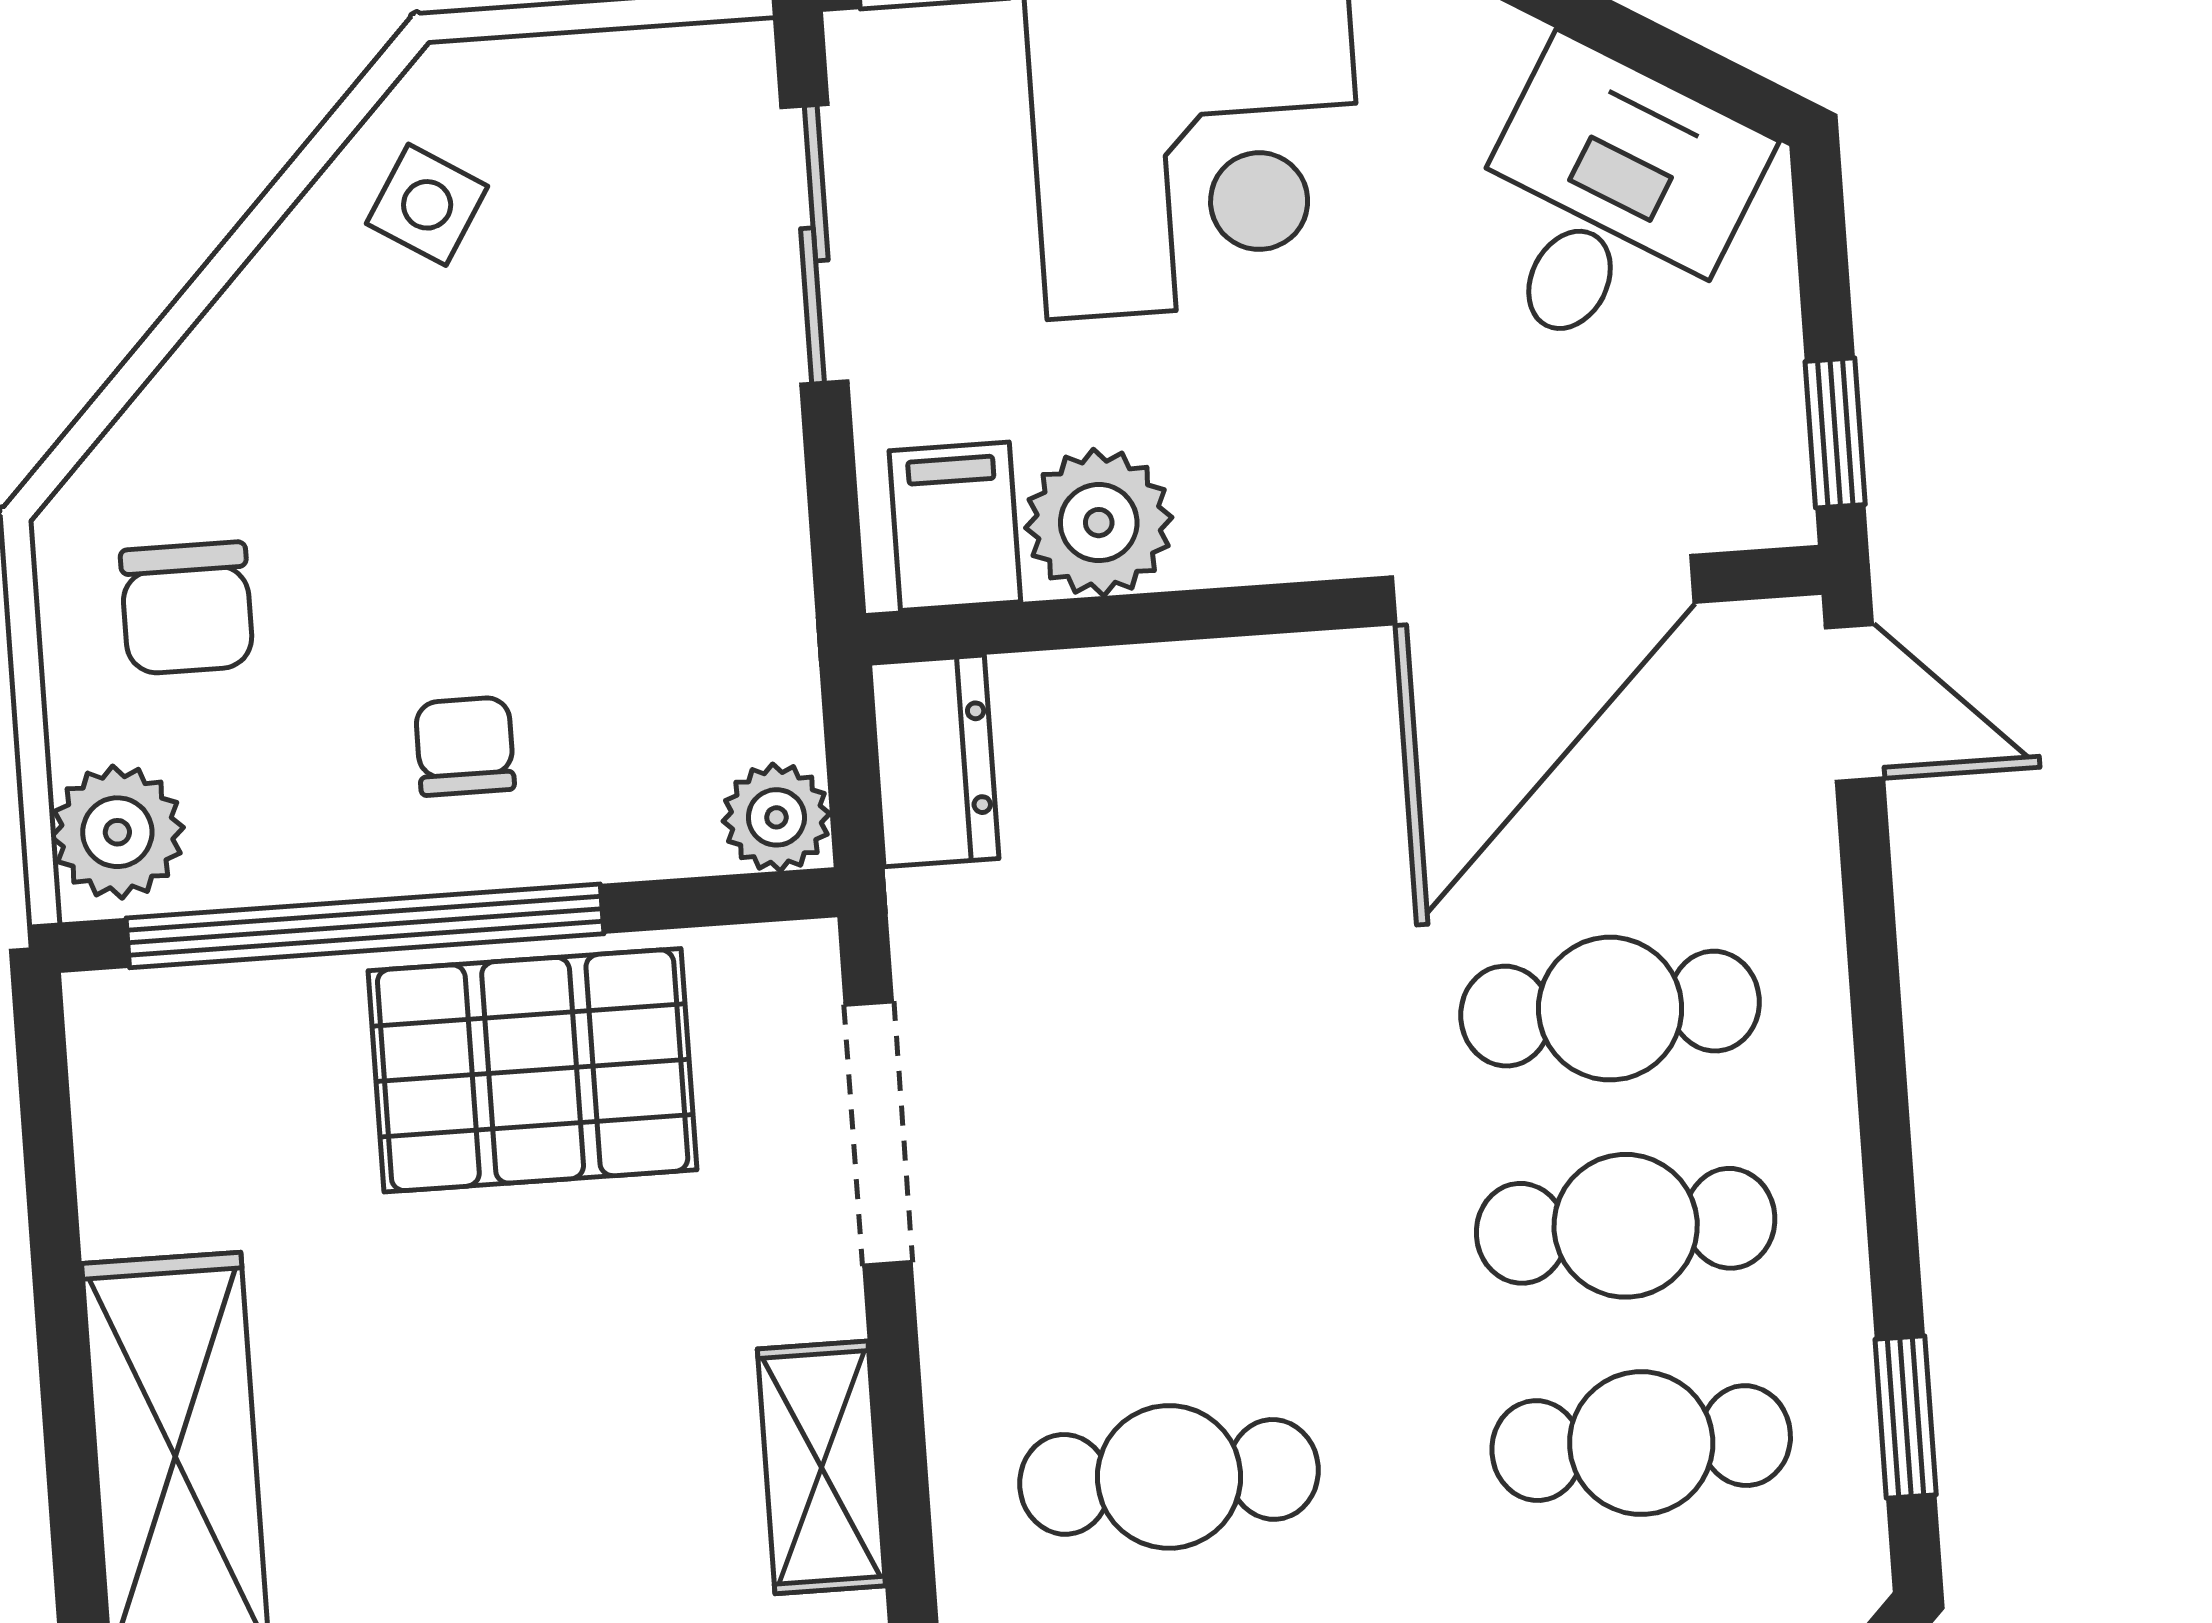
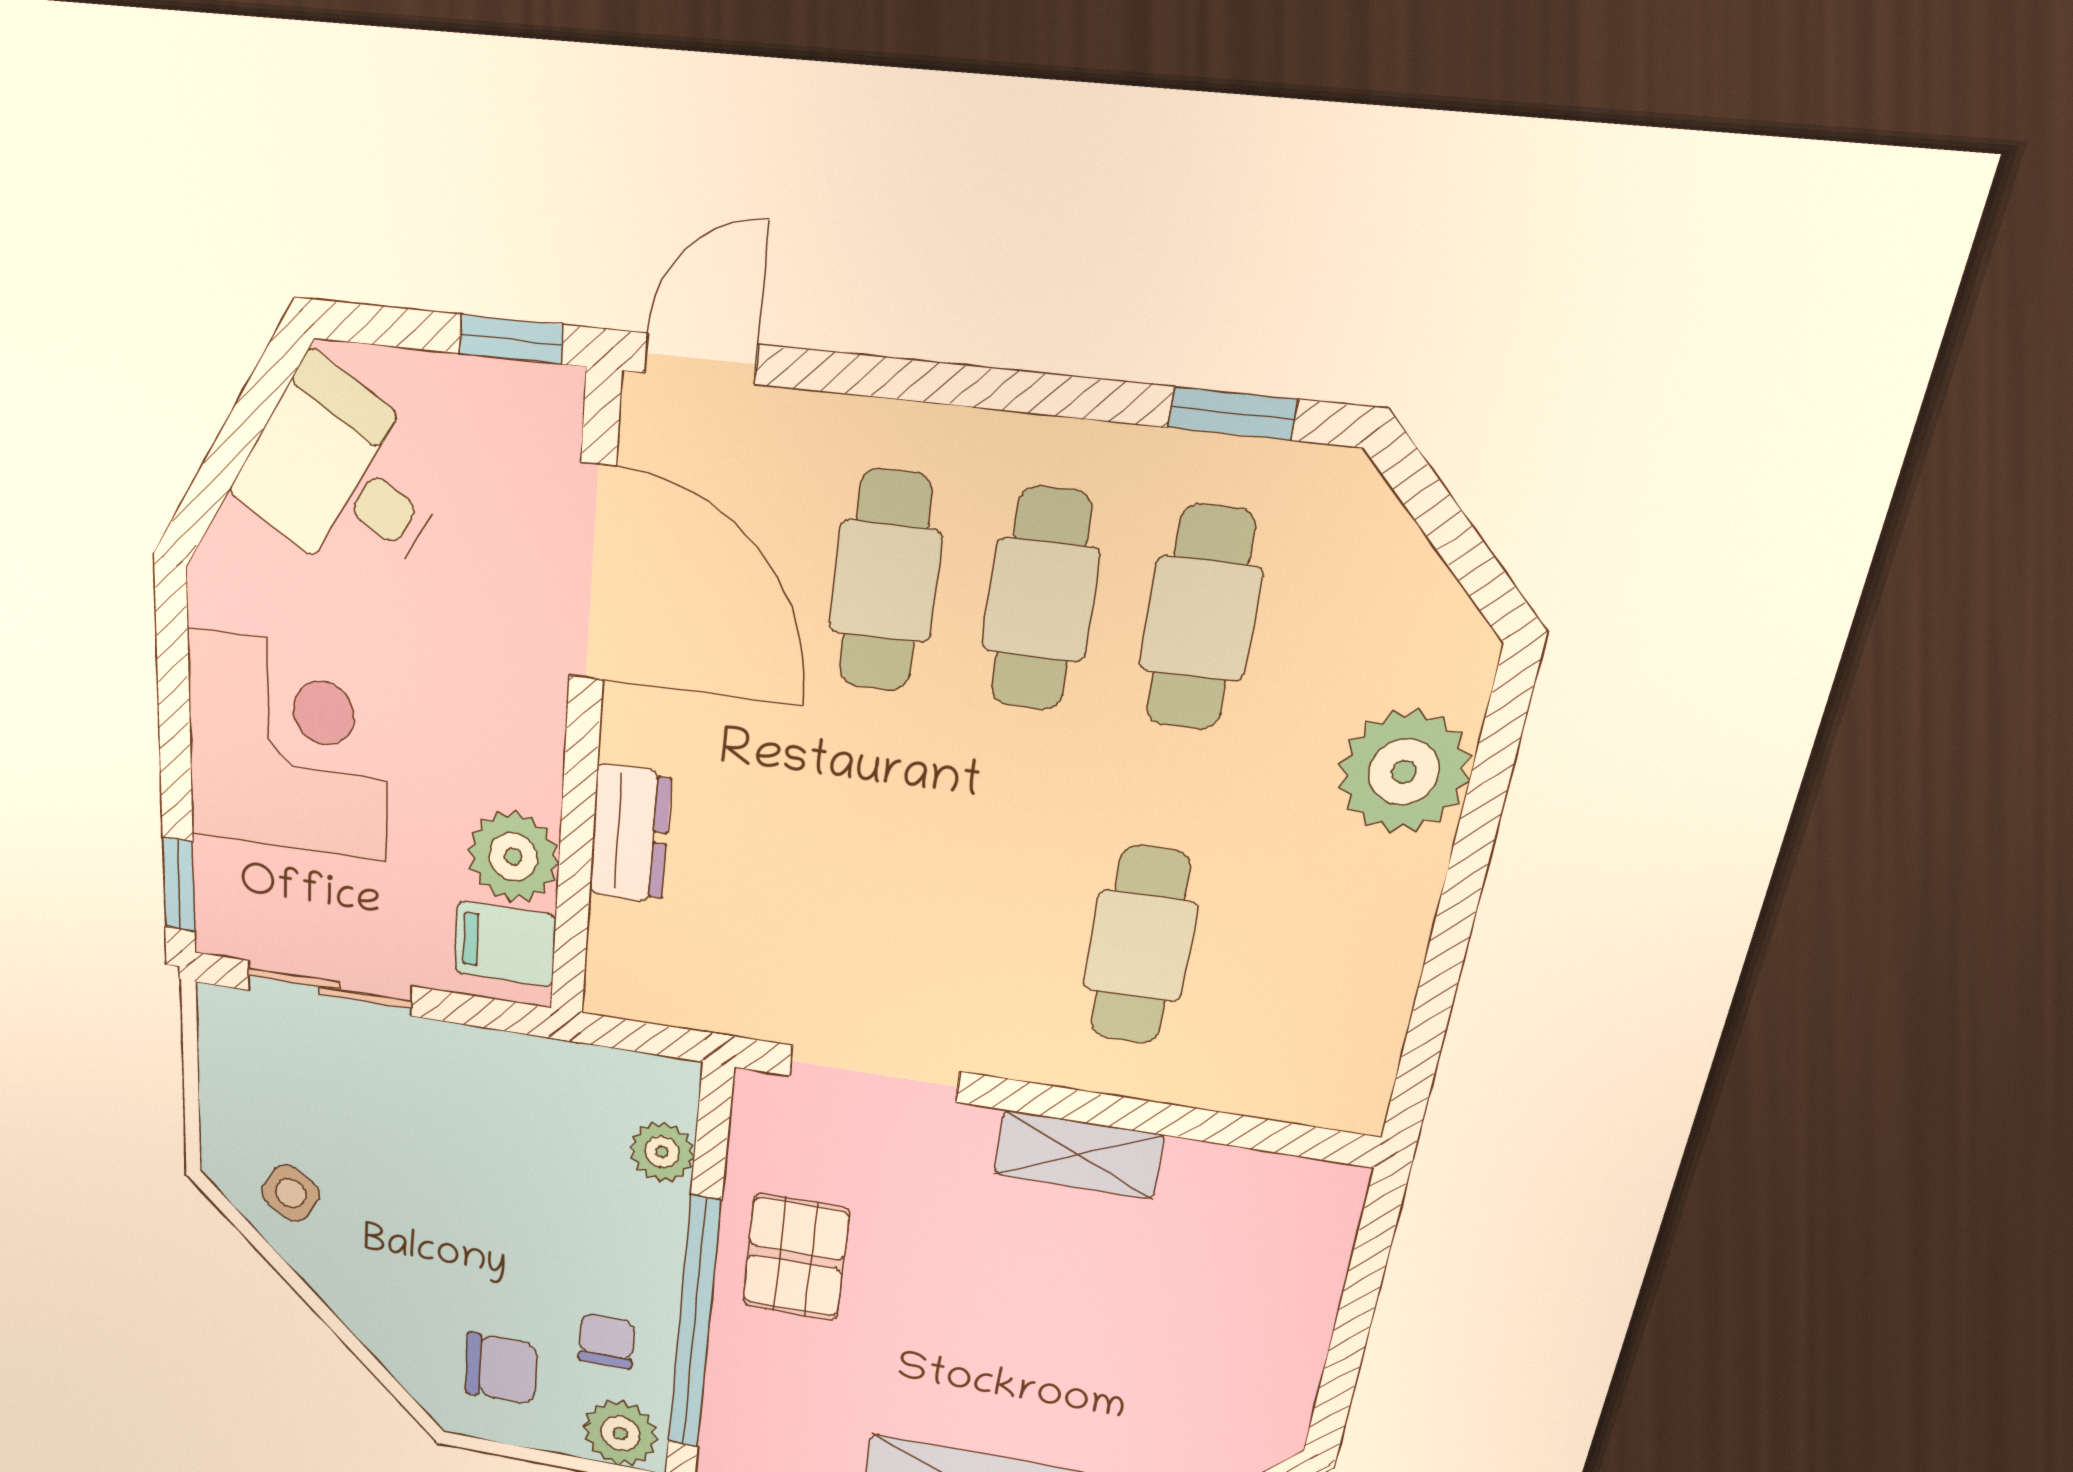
chair: (465, 746) -> (606, 1341), moved, turned 90
dresser: (934, 761) -> (630, 834), moved, turned 90
plant: (776, 817) -> (662, 1152), moved
pallet: (533, 1070) -> (796, 1257), width x0.67, depth x0.71

